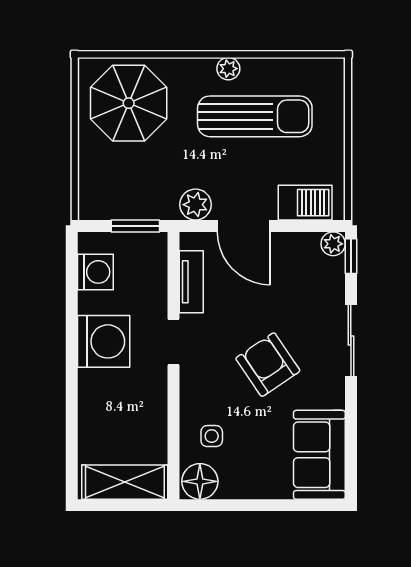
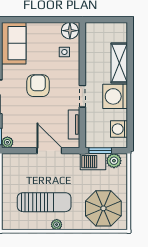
sun lounger: (255, 116) -> (44, 202), turned 180
barbecue: (305, 203) -> (93, 162), moved
plant: (195, 205) -> (114, 161), moved
armchair: (268, 365) -> (38, 86), turned -146
shelving: (125, 482) -> (119, 63), moved, turned 90

